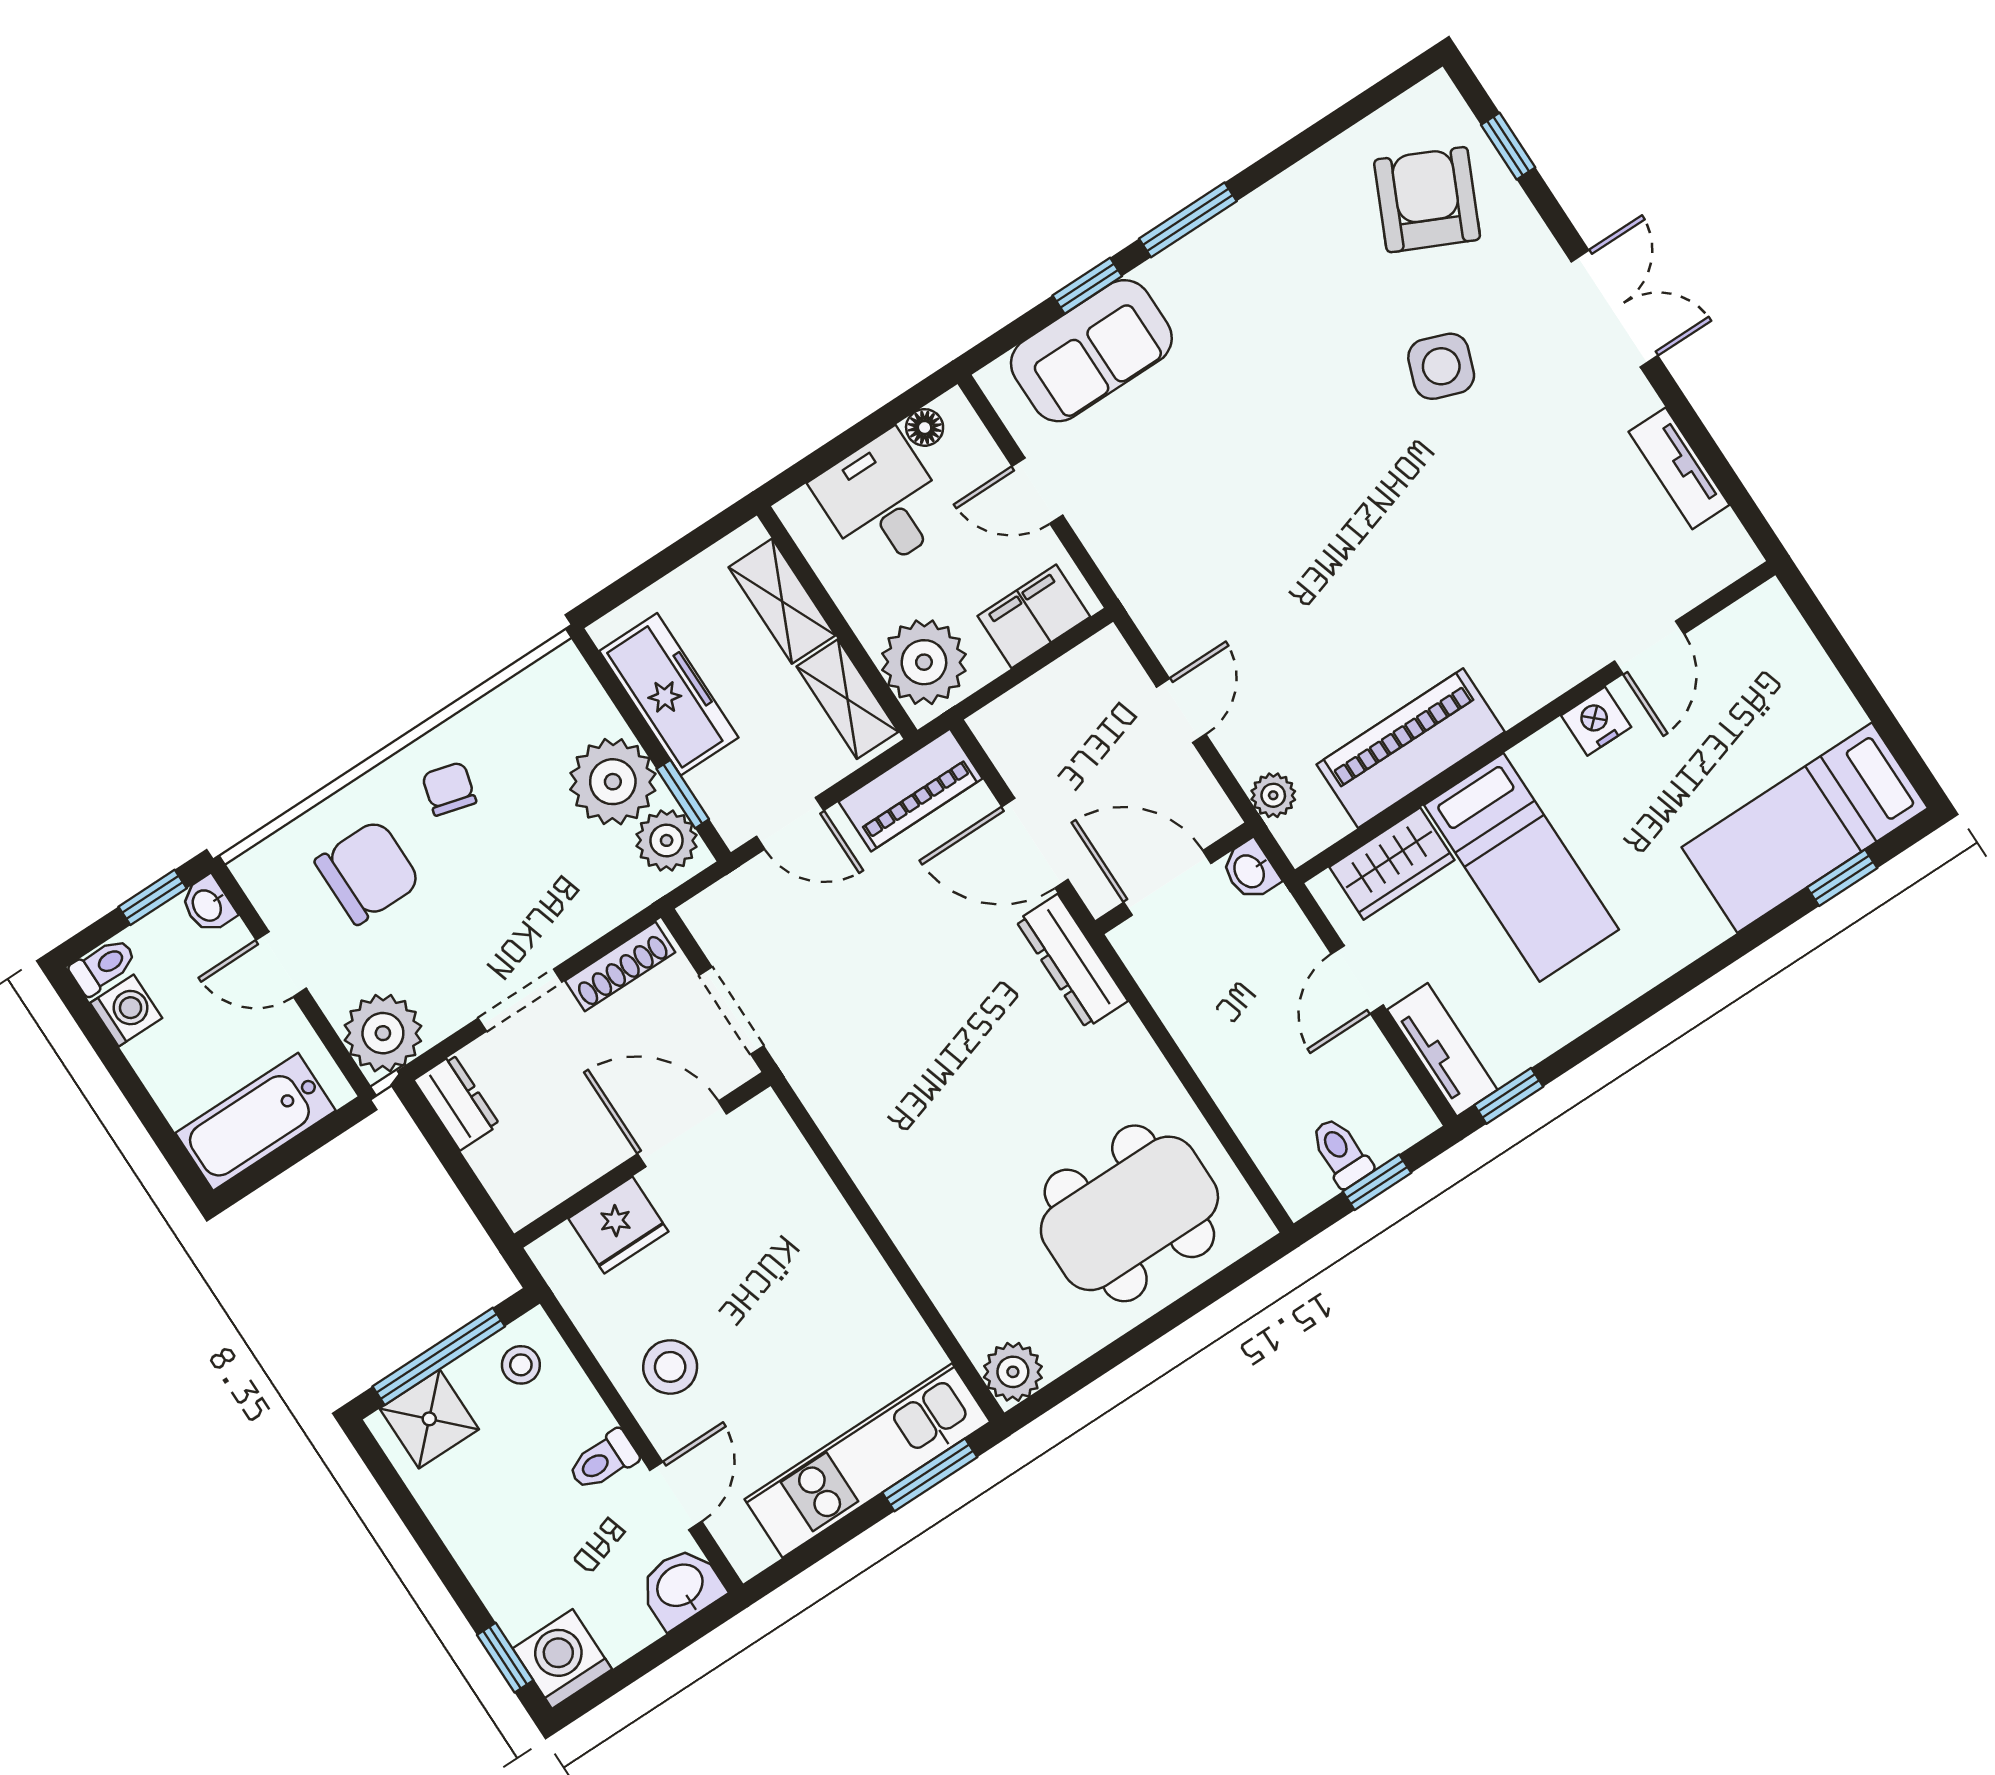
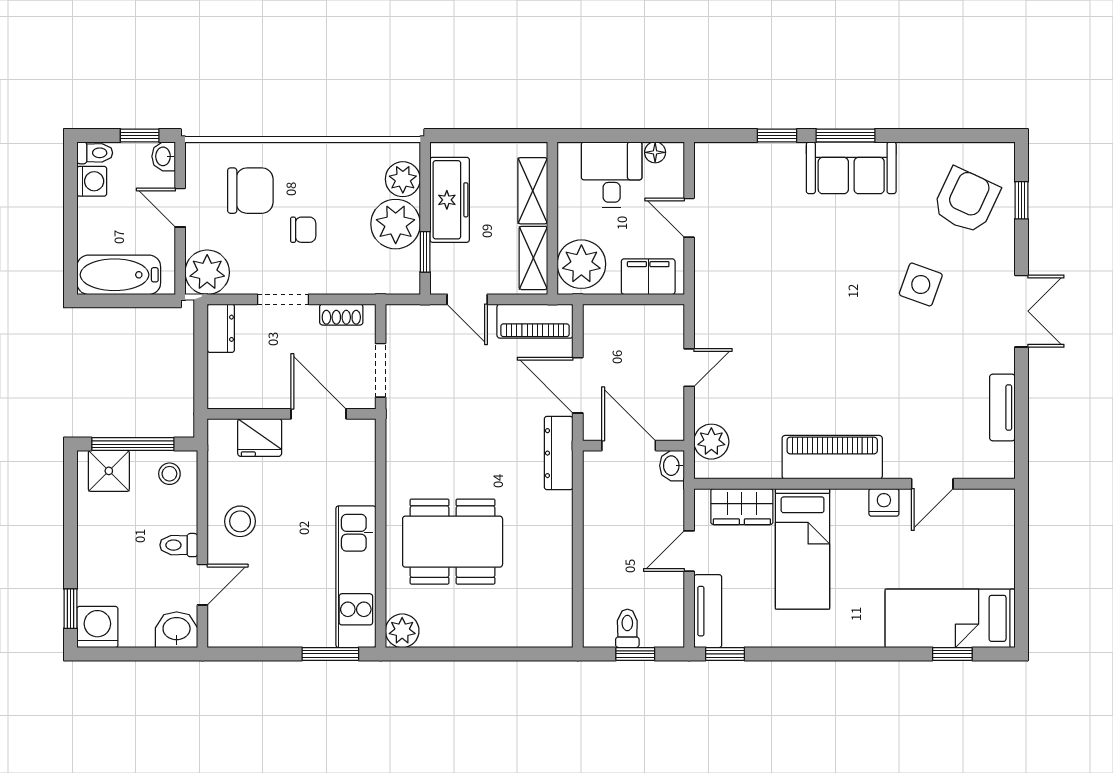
sofa: (1091, 351) -> (851, 168), moved
piano: (1411, 748) -> (832, 457), moved
chair: (449, 789) -> (303, 230), moved, turned 75
plant: (1273, 795) -> (711, 442), width x1.38, depth x1.38
plant: (667, 840) -> (403, 179), moved
shoe rack: (620, 966) -> (341, 315), width x0.70
dining table: (1129, 1213) -> (453, 542), moved
kitchen unit: (867, 1461) -> (356, 577), moved, turned -90

